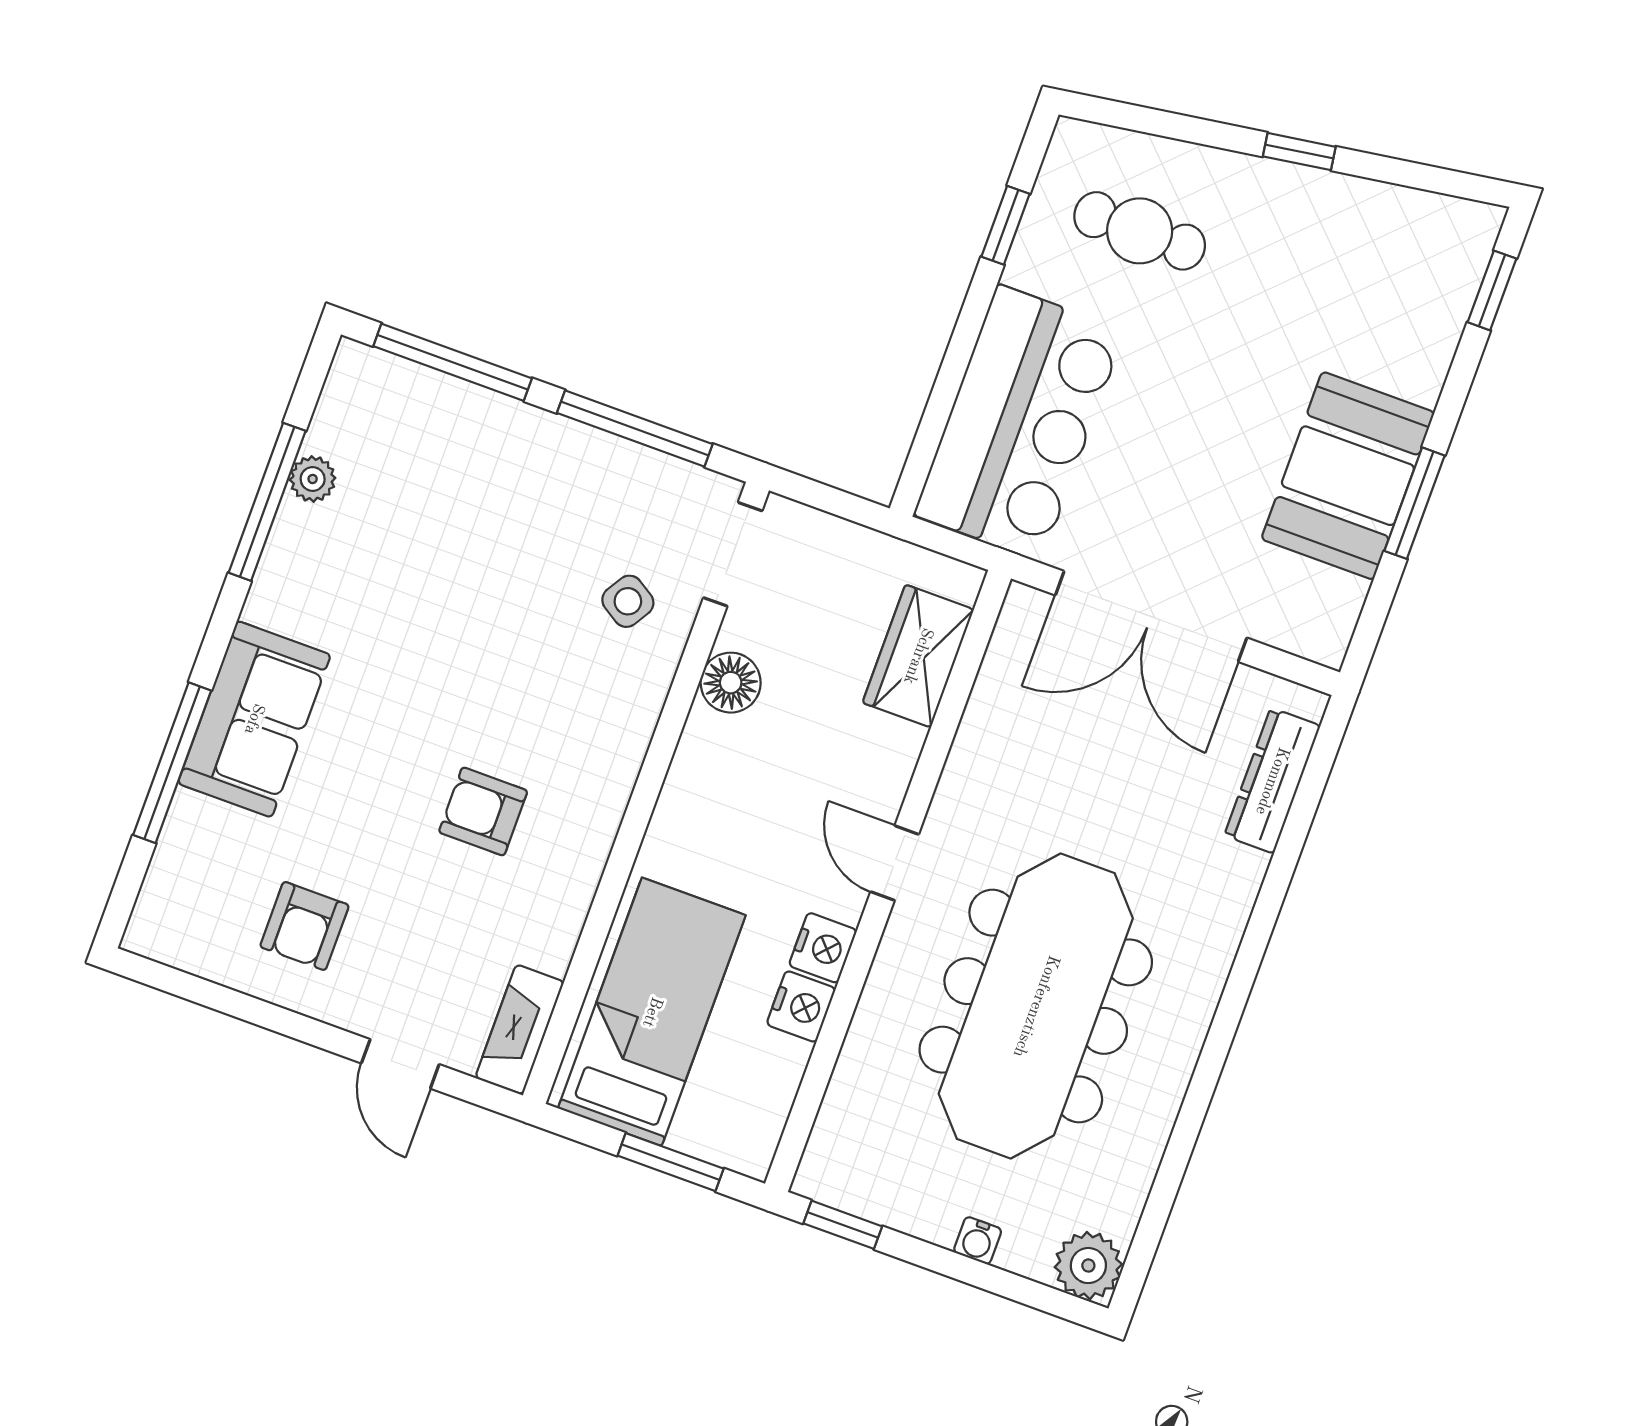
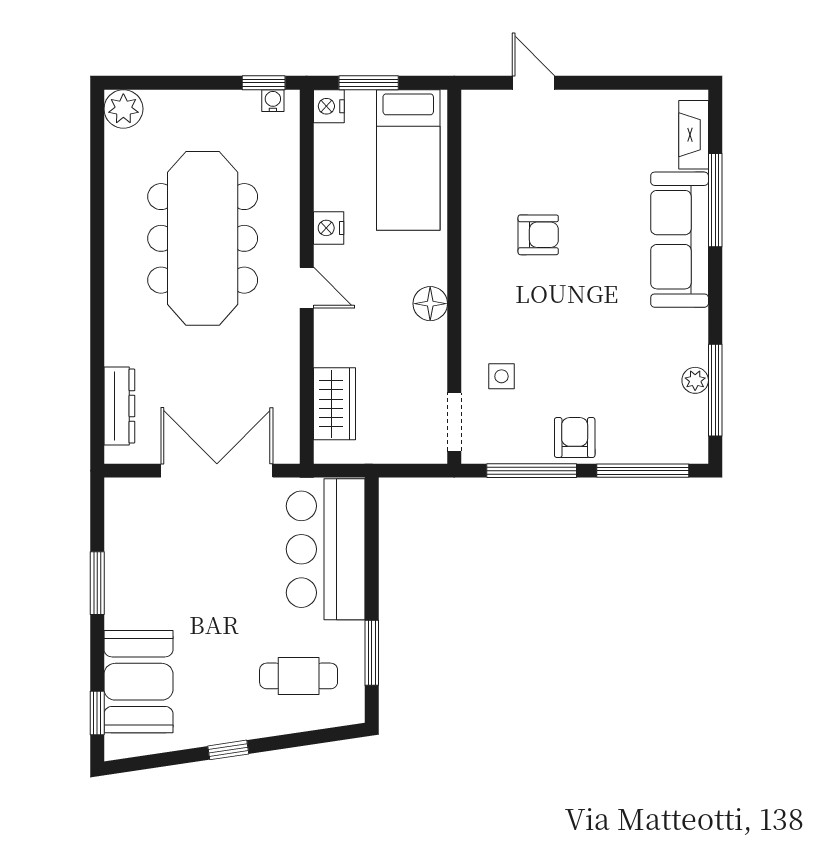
window: (1006, 225) -> (372, 653), width x1.50
booth: (1348, 476) -> (138, 682), moved
window: (267, 502) -> (715, 390), moved
side table: (628, 601) -> (501, 376), turned -32
floor lamp: (731, 683) -> (430, 304), moved
sofa: (254, 719) -> (680, 240), width x1.36
armchair: (304, 926) -> (575, 438), moved
nightstand: (801, 1006) -> (329, 106), moved
fireplace: (520, 1029) -> (694, 135), moved, turned 180
water cooler: (978, 1241) -> (273, 101), moved

